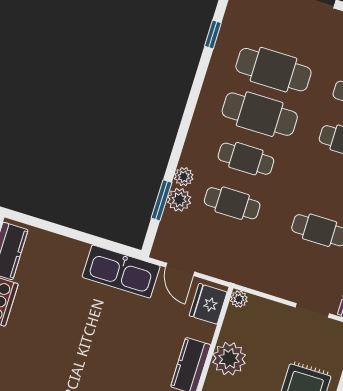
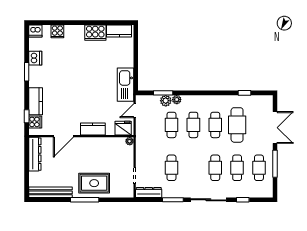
cafe table: (260, 114) -> (215, 125), width x0.73, depth x0.74
plant: (229, 359) -> (101, 145), removed

